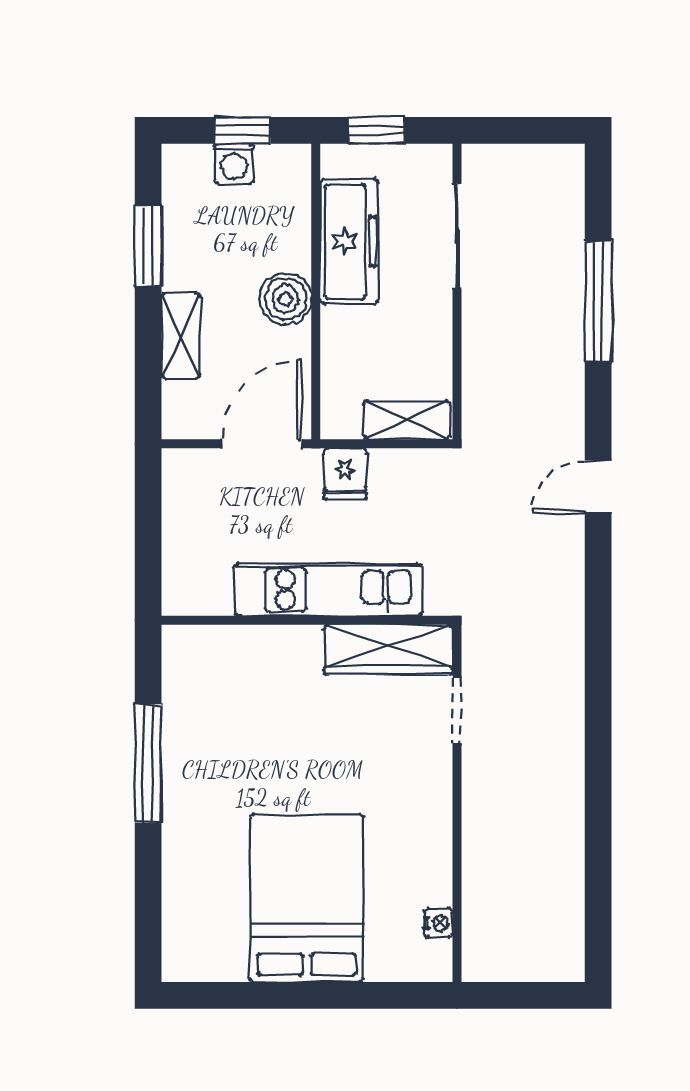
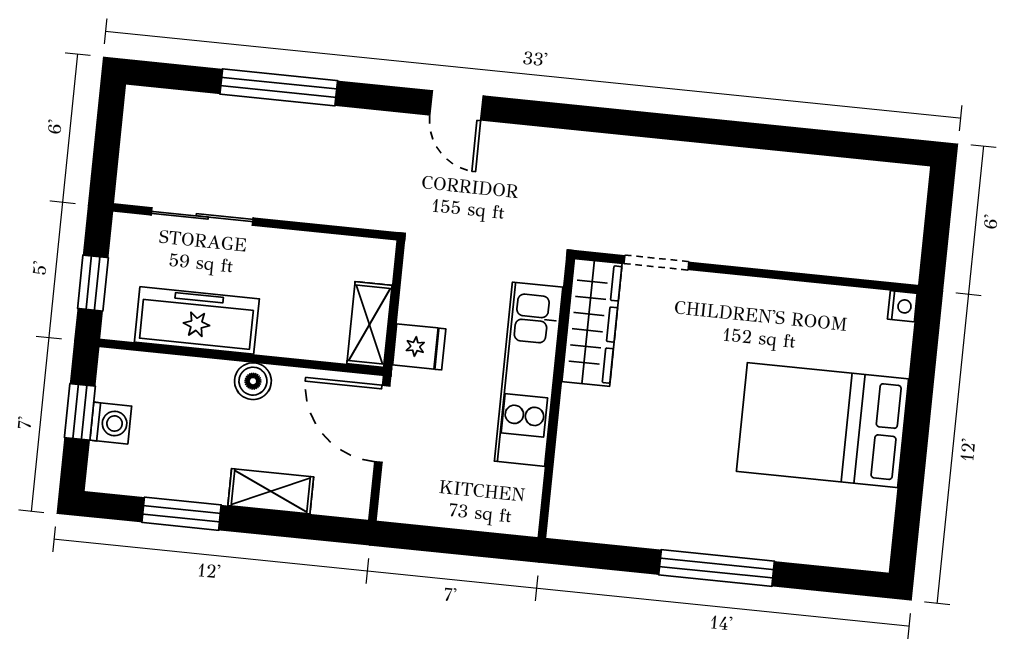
boiler: (285, 299) -> (253, 381), width x0.73, depth x0.73
shelving: (407, 420) -> (369, 324), moved
window: (148, 763) -> (717, 568), moved
nightstand: (439, 923) -> (902, 306), moved, turned 90

